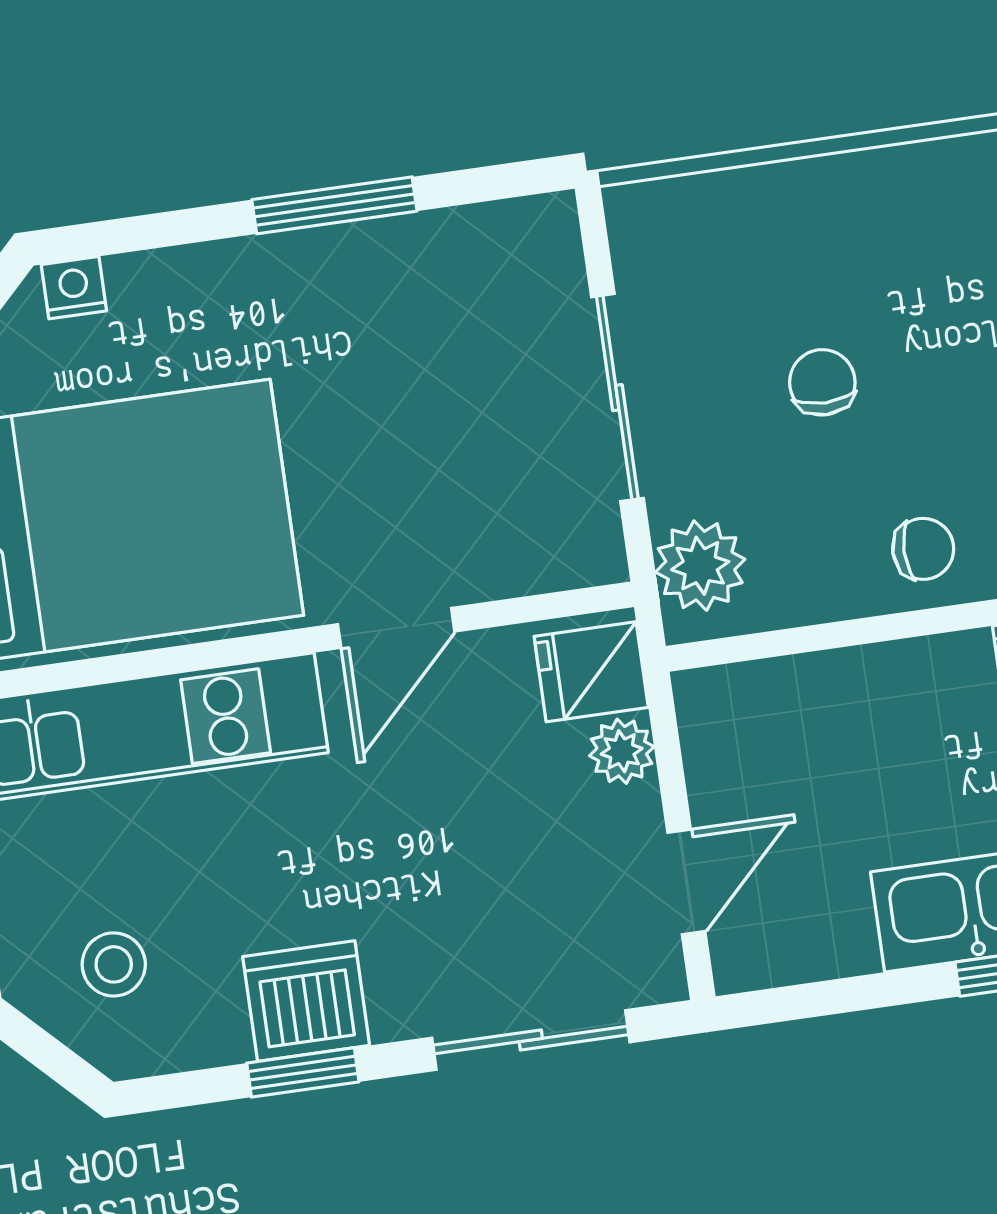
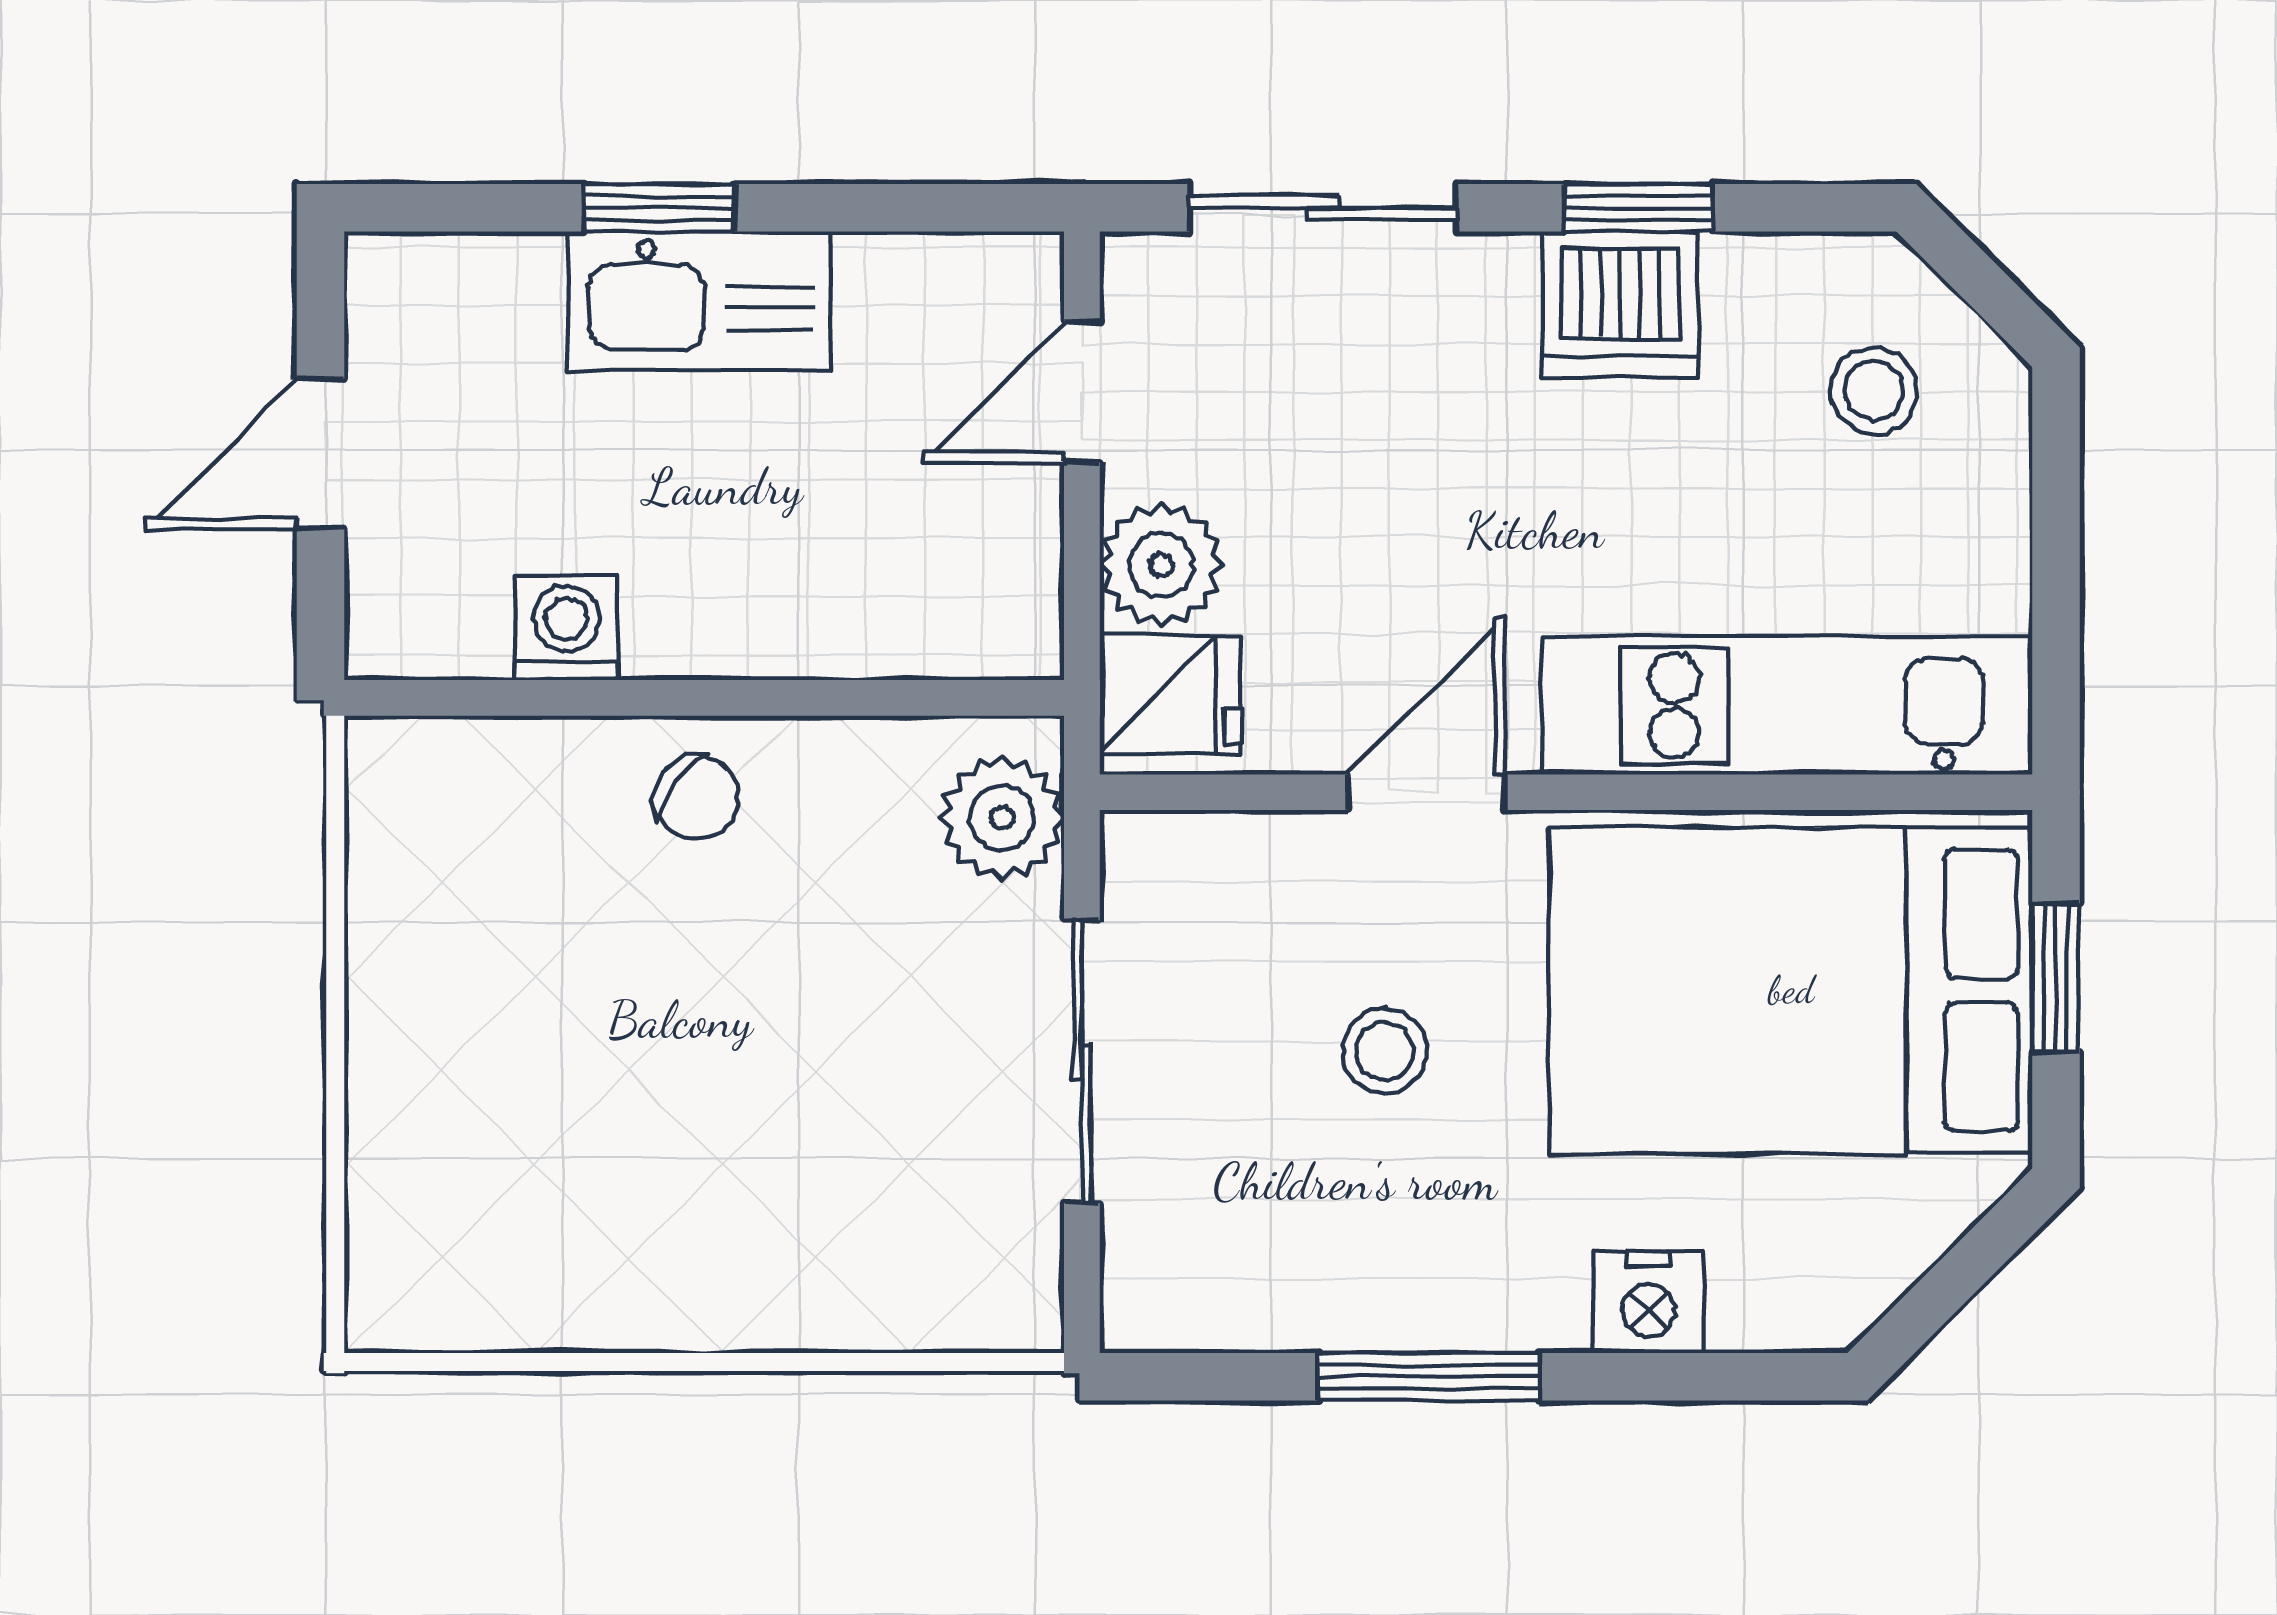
nightstand: (74, 288) -> (1648, 1302), moved, width x1.39, depth x1.35
chair: (822, 382) -> (801, 1043), removed
stool: (400, 436) -> (1385, 1051), added
chair: (923, 549) -> (697, 798), turned -144
plant: (622, 751) -> (1161, 565), width x1.38, depth x1.38

